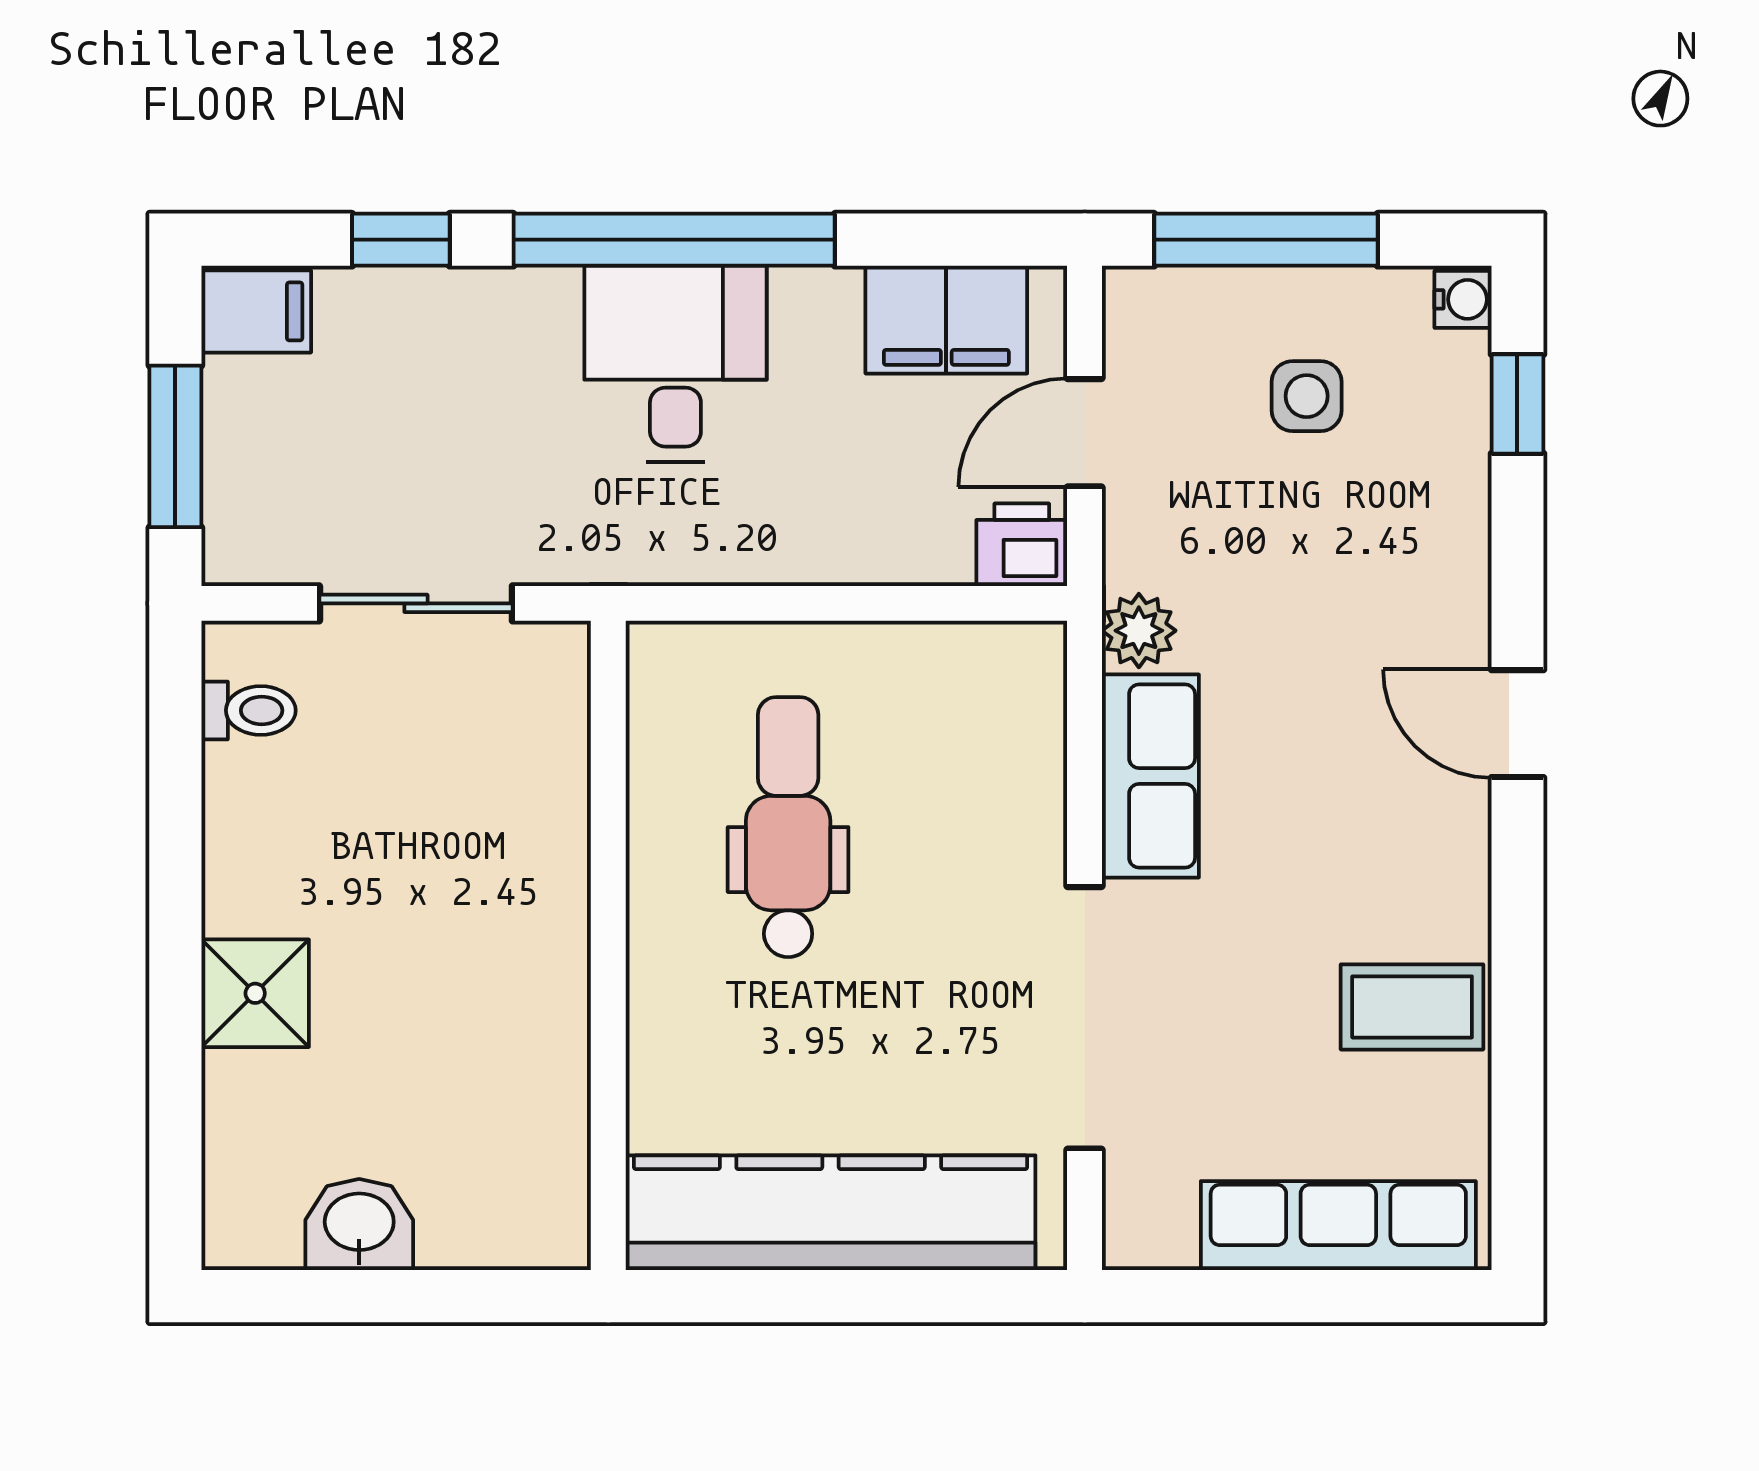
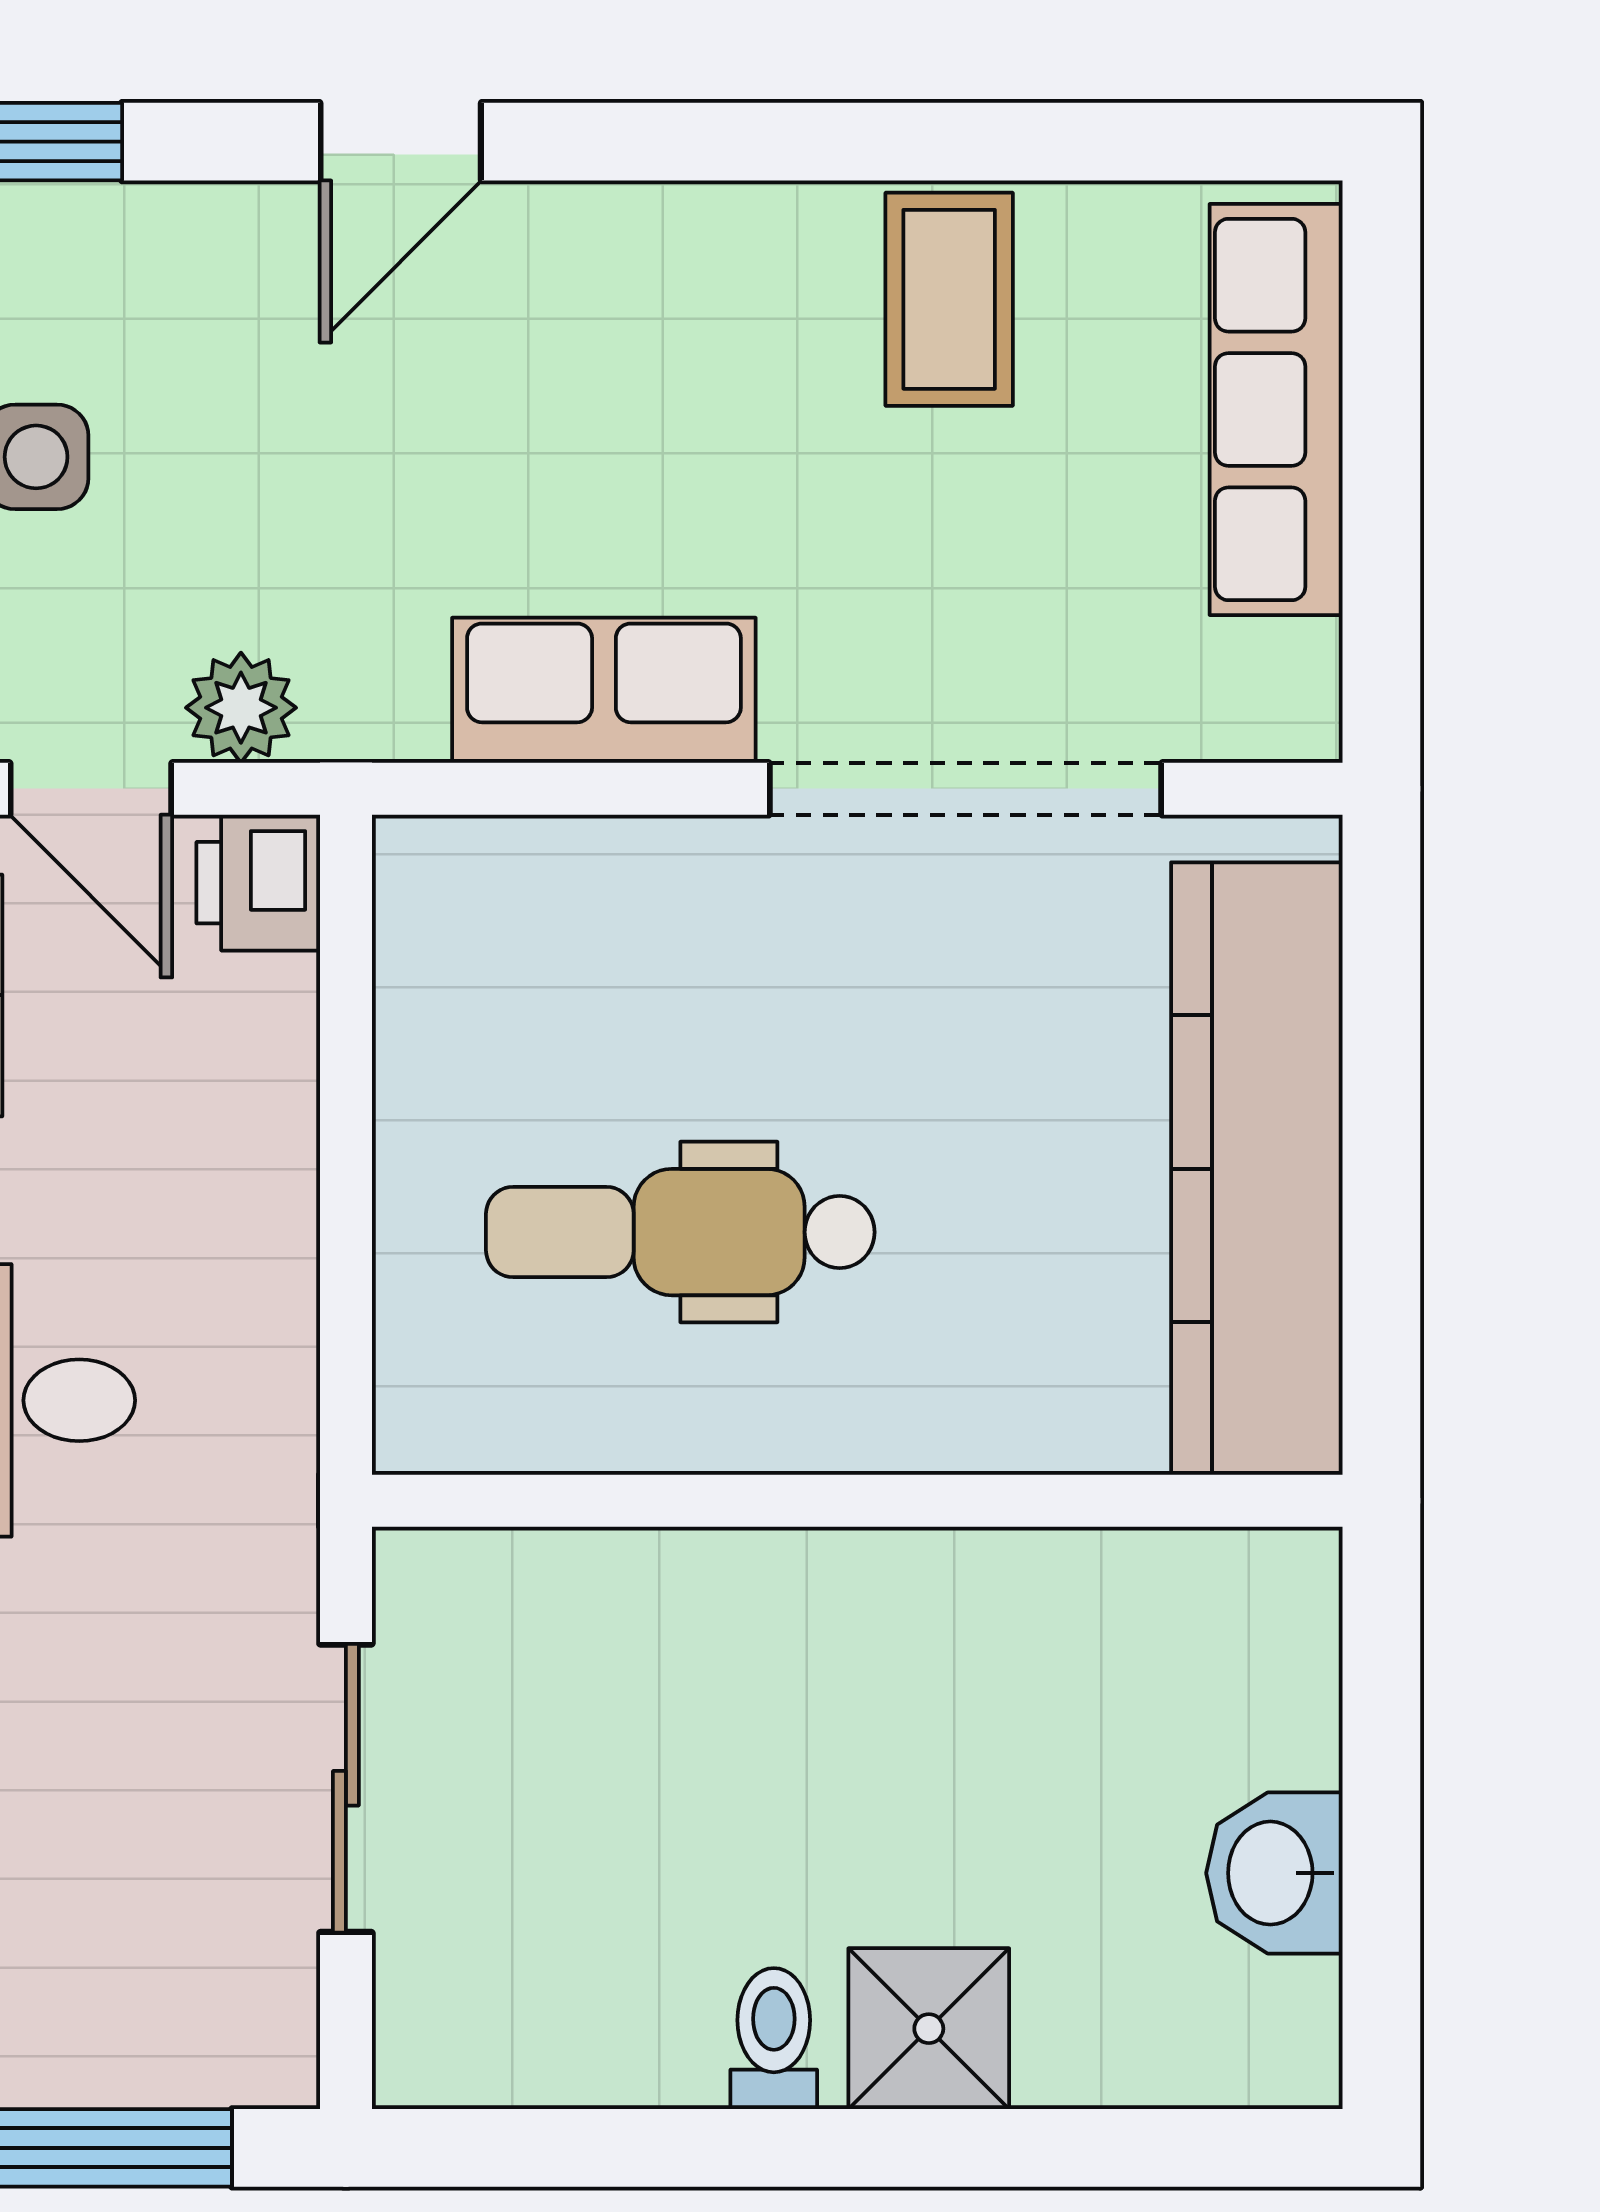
plant: (1139, 631) -> (241, 708), moved
toilet: (249, 710) -> (774, 2039), moved
door: (1517, 724) -> (401, 142), moved

